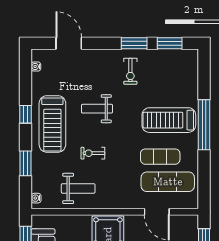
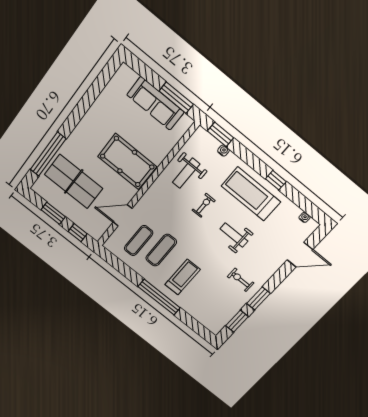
weight bench: (97, 109) -> (234, 235), turned -90
treadmill: (169, 120) -> (183, 277), width x0.73, depth x0.73
window: (26, 163) -> (220, 134), moved
exercise mat: (168, 182) -> (139, 241), width x0.73, depth x0.69
water cooler: (36, 198) -> (223, 151), moved

